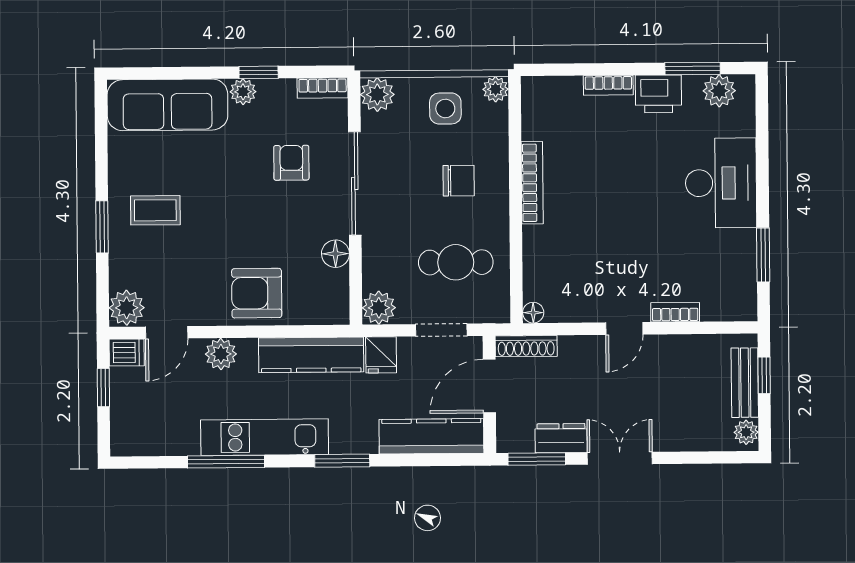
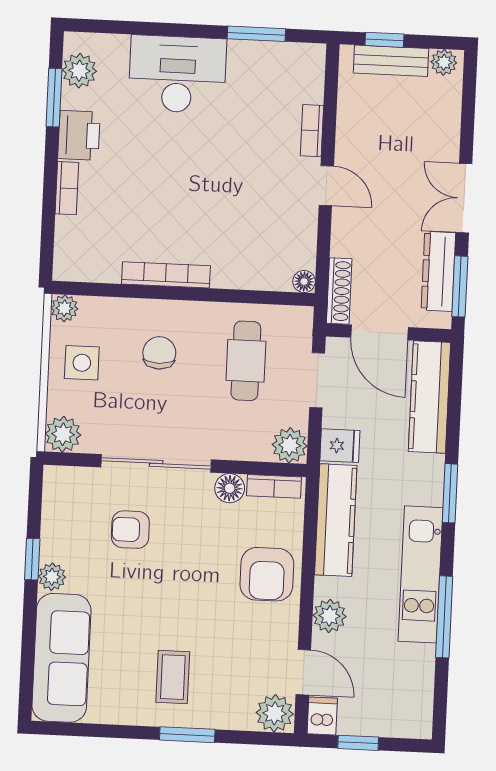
bookcase: (323, 88) -> (274, 486), moved, turned 90
dresser: (561, 438) -> (438, 271), width x1.44

